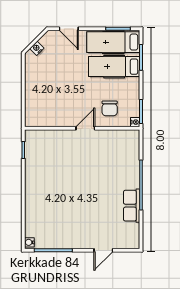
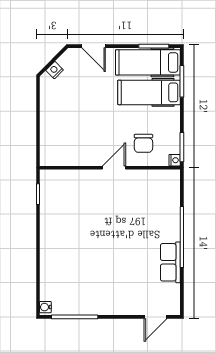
door: (103, 250) -> (156, 317), moved

